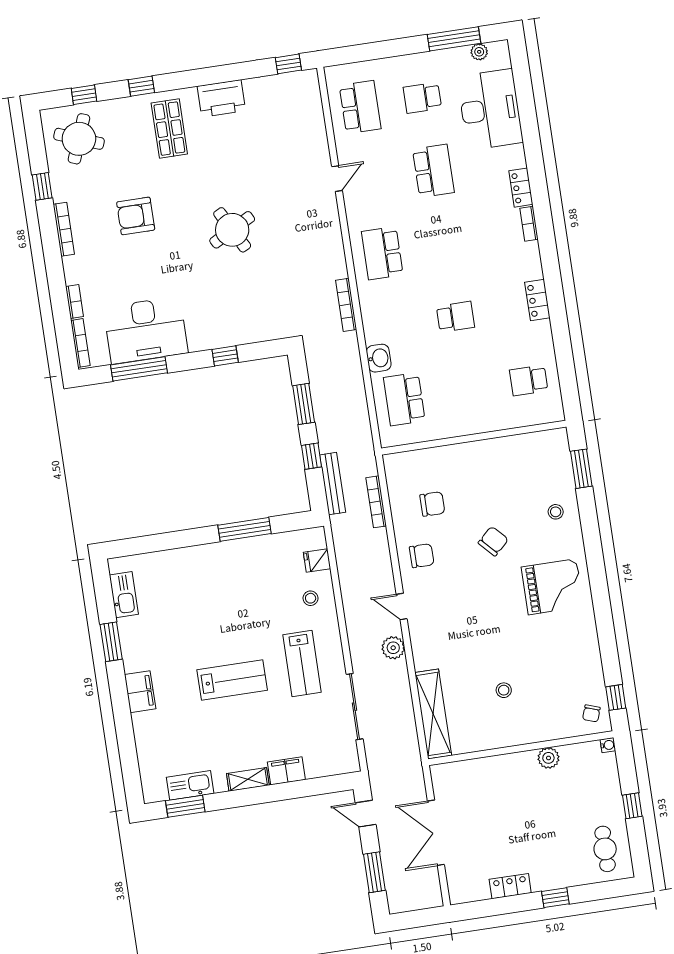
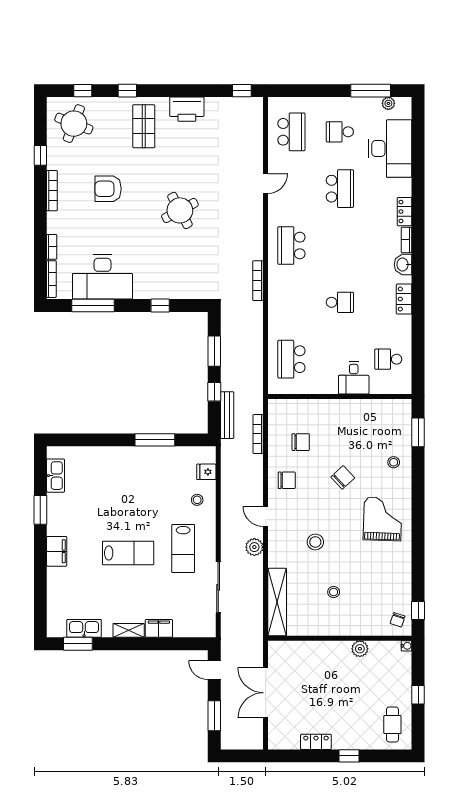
washbasin: (379, 358) -> (403, 265), moved, turned 180
desk: (488, 411) -> (354, 378), added
grand piano: (552, 587) -> (383, 519), turned -88
stool: (471, 629) -> (315, 542), added

